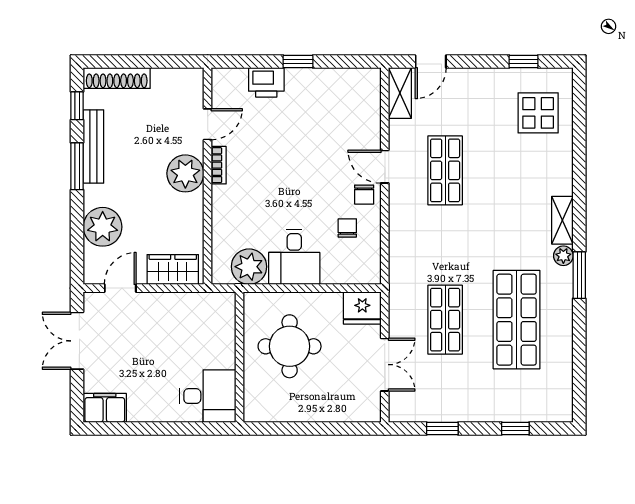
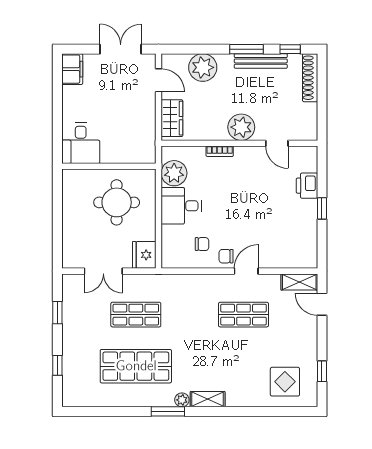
bookcase: (219, 165) -> (220, 151), moved

